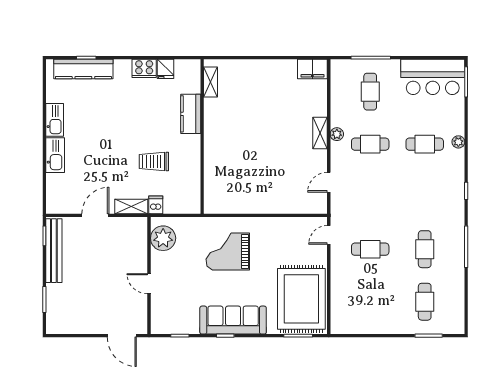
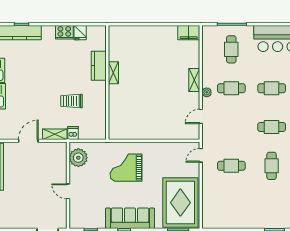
shelving: (211, 82) -> (113, 73), moved
plant: (337, 134) -> (207, 92), moved
cafe table: (425, 302) -> (272, 127), moved, turned 90

